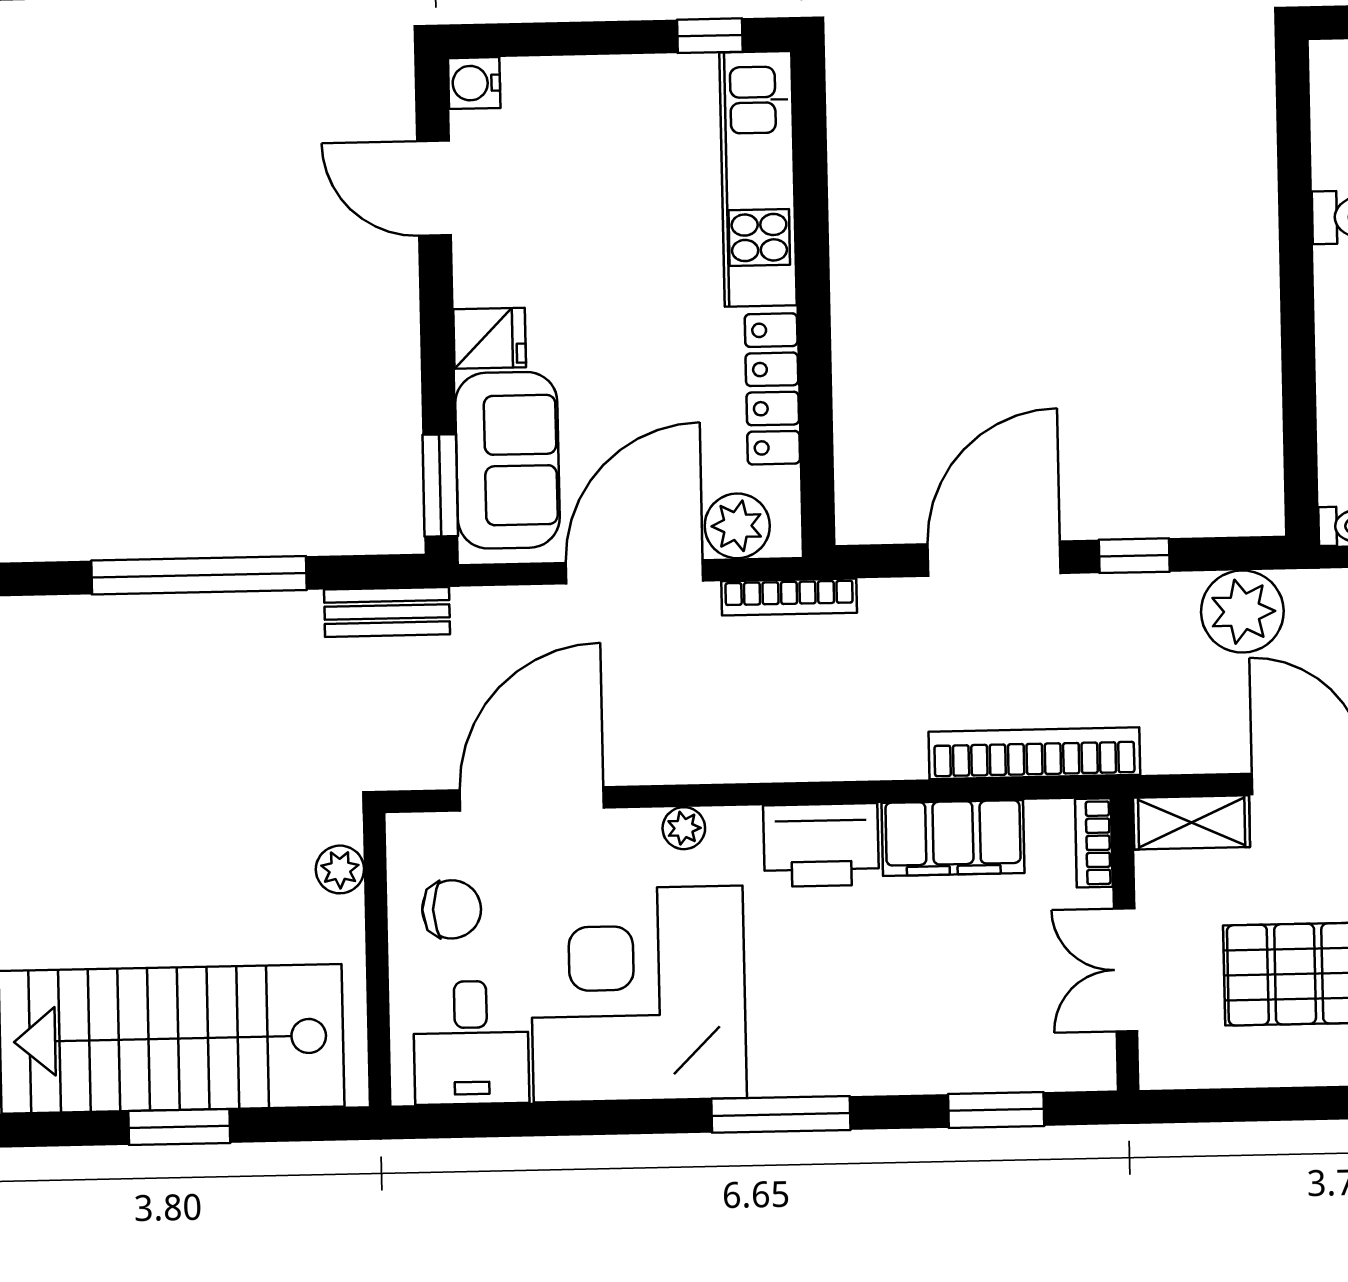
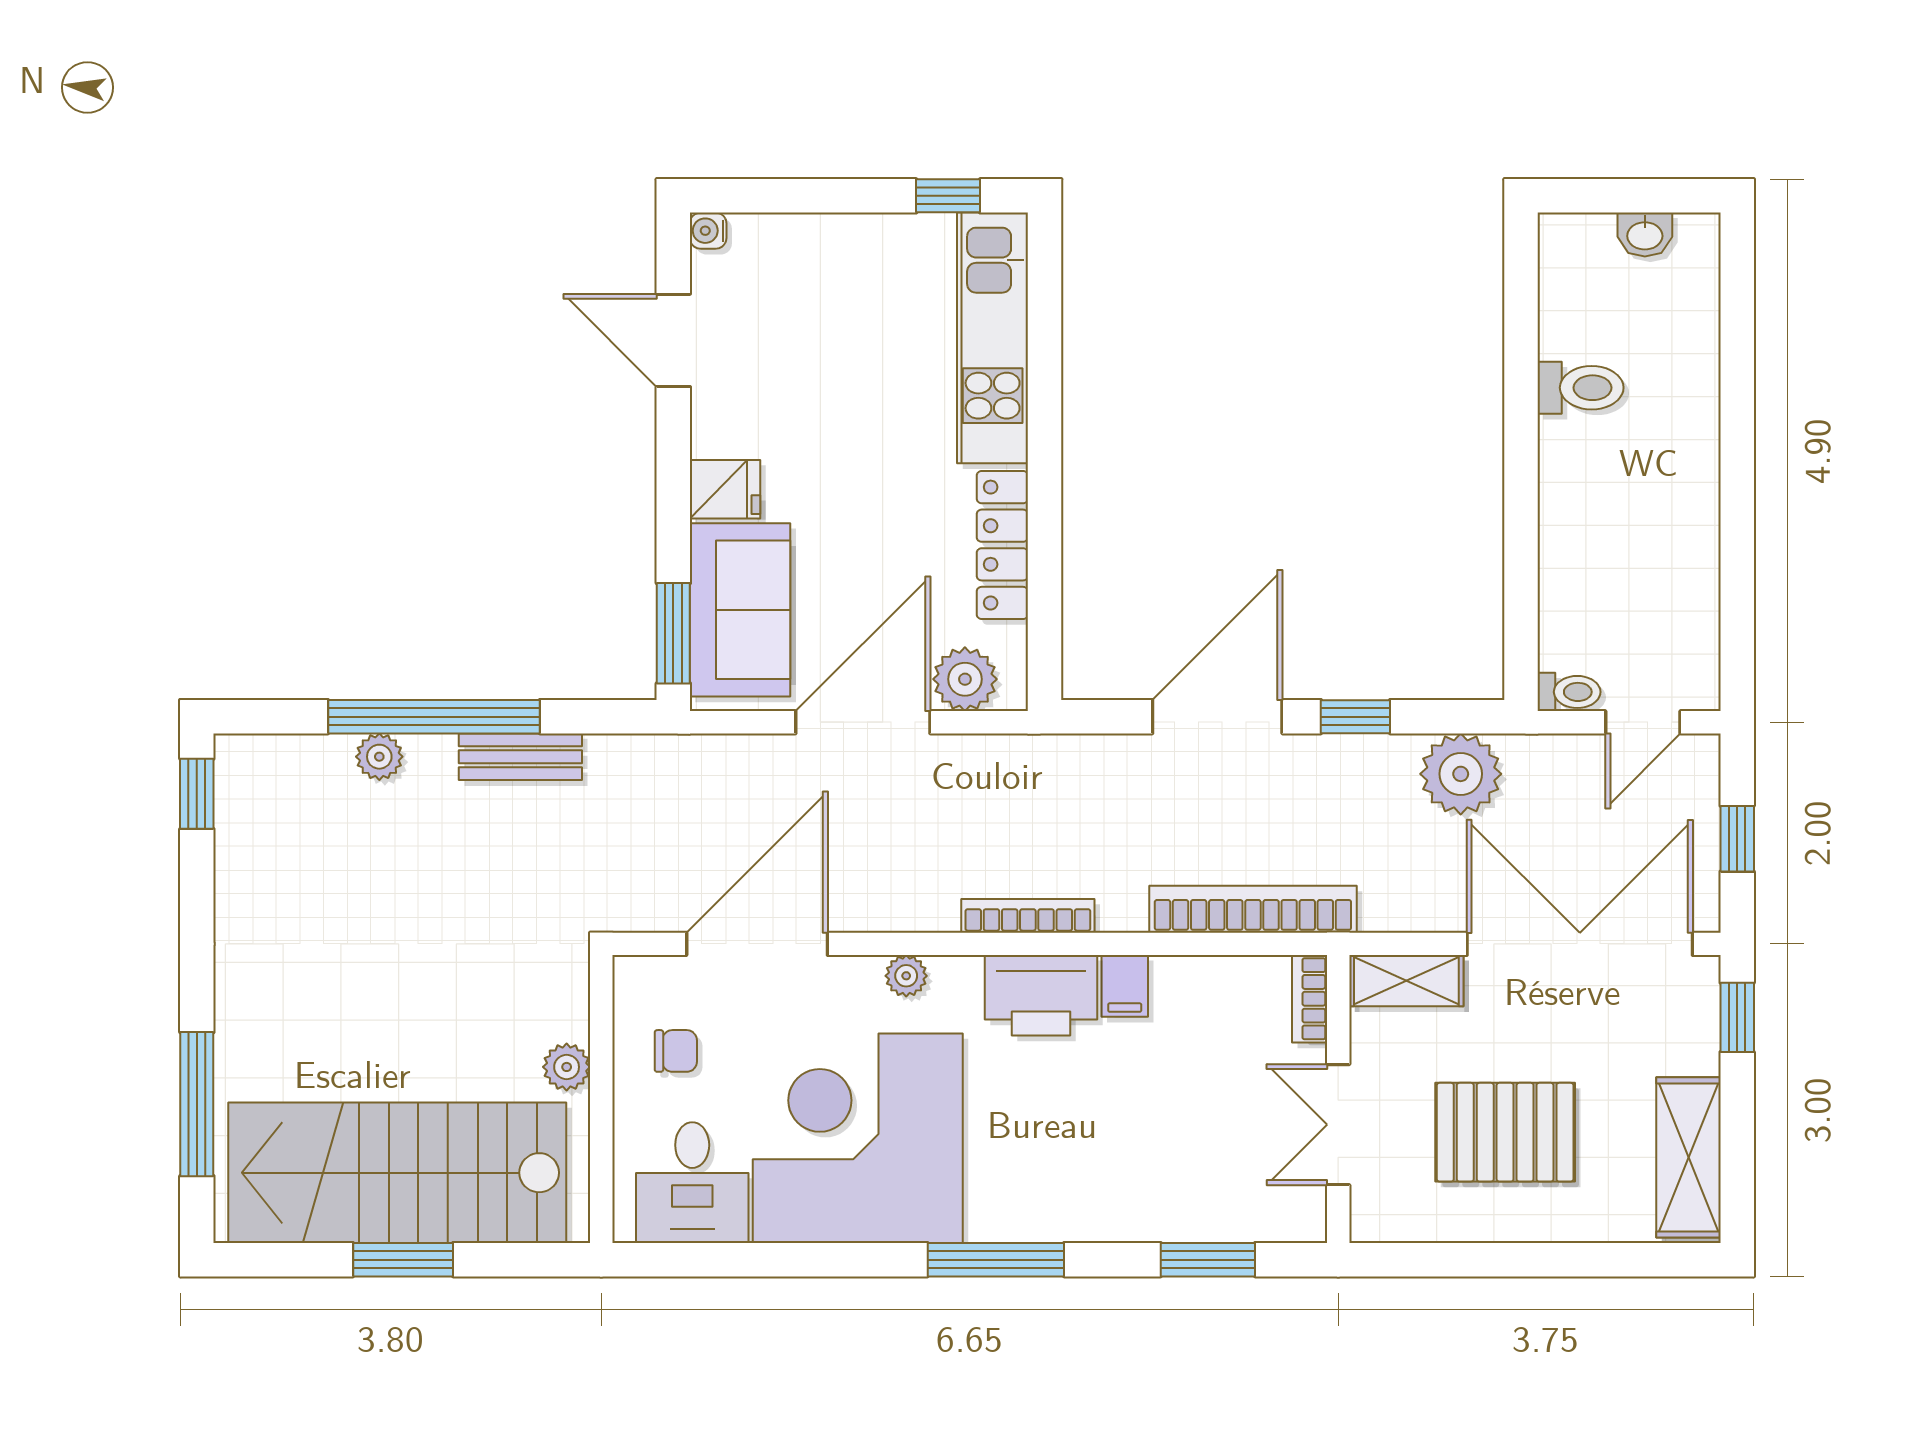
water cooler: (474, 83) -> (708, 231), width x0.72, depth x0.72
bookcase: (789, 597) -> (1028, 916), moved, turned 180
bench: (387, 612) -> (520, 757), moved
plant: (144, 617) -> (379, 757), added
filing cabinet: (953, 838) -> (1125, 986), width x0.33, depth x0.86
plant: (340, 869) -> (567, 1067), moved
chair: (452, 909) -> (676, 1051), width x0.73, depth x0.73

